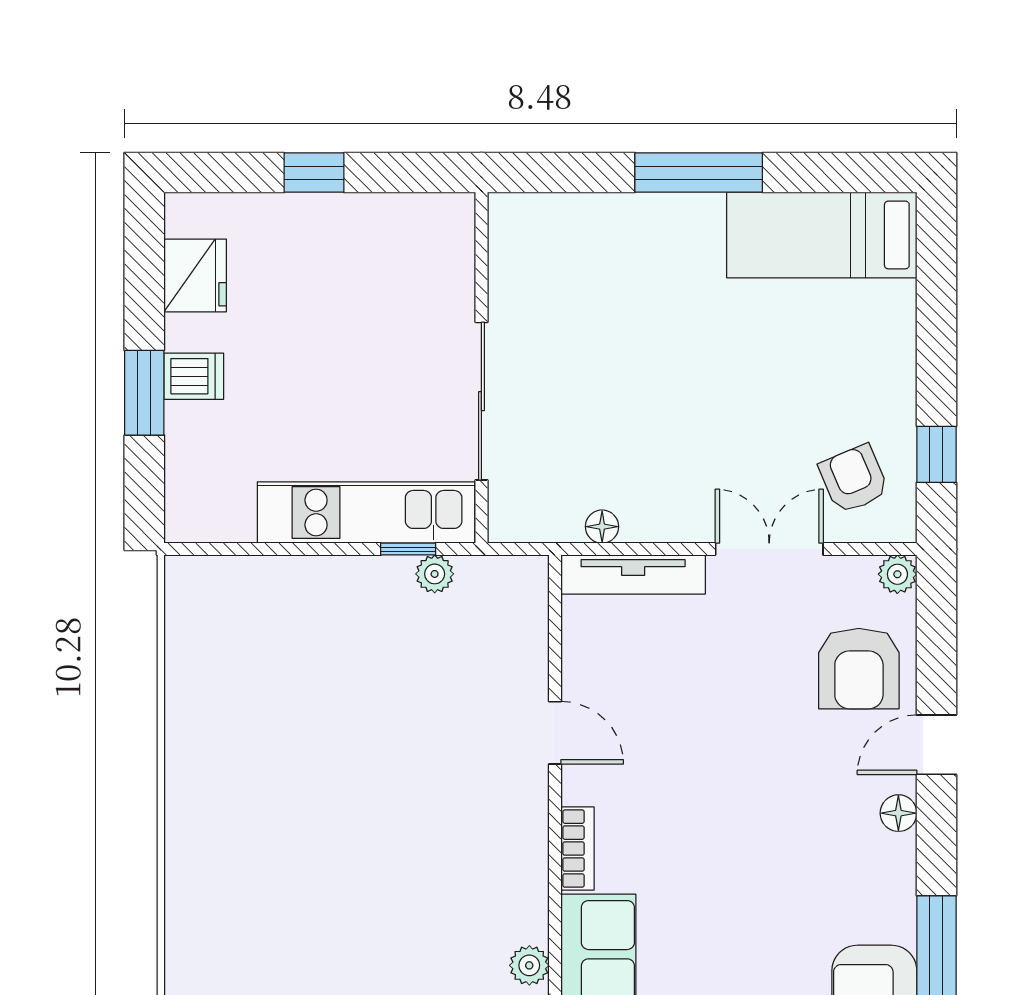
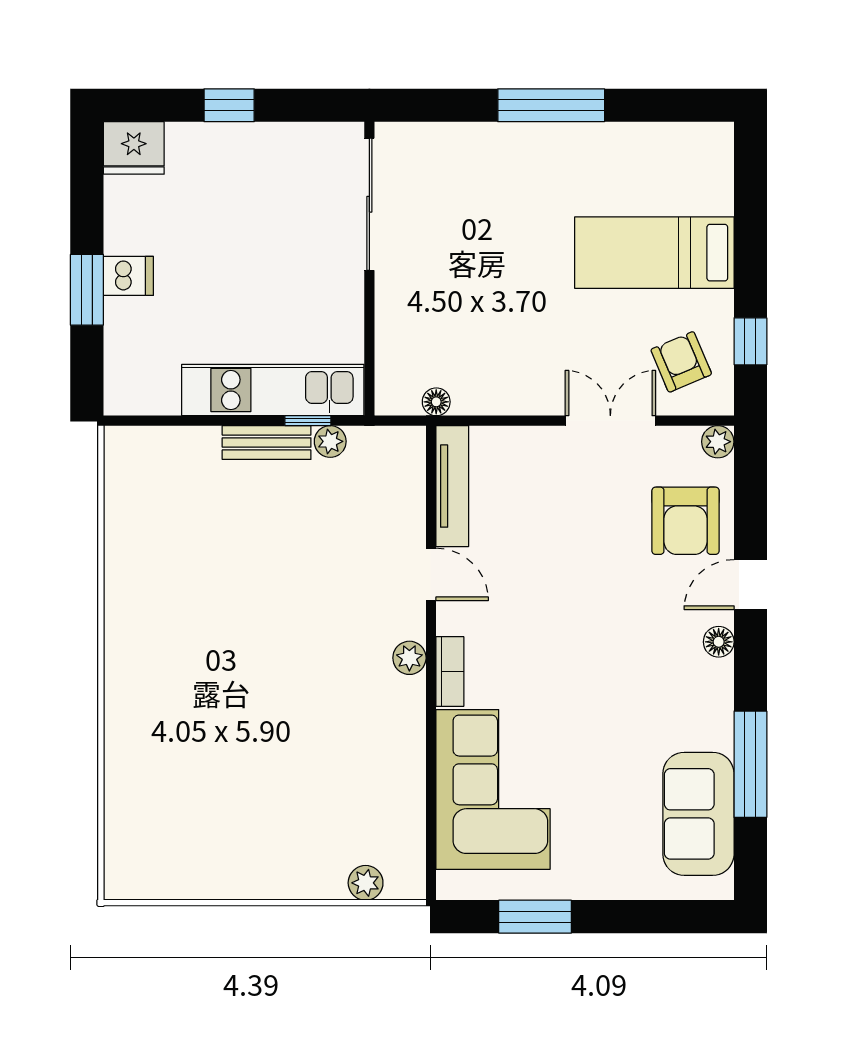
bed: (822, 235) -> (654, 253), moved
fridge: (195, 275) -> (134, 148), moved, turned 90
sliding door: (481, 401) -> (369, 204), moved
floor lamp: (602, 527) -> (436, 402), moved
bench: (359, 575) -> (267, 443), added
tv unit: (633, 575) -> (452, 486), moved, turned -90
plant: (529, 965) -> (409, 658), moved

